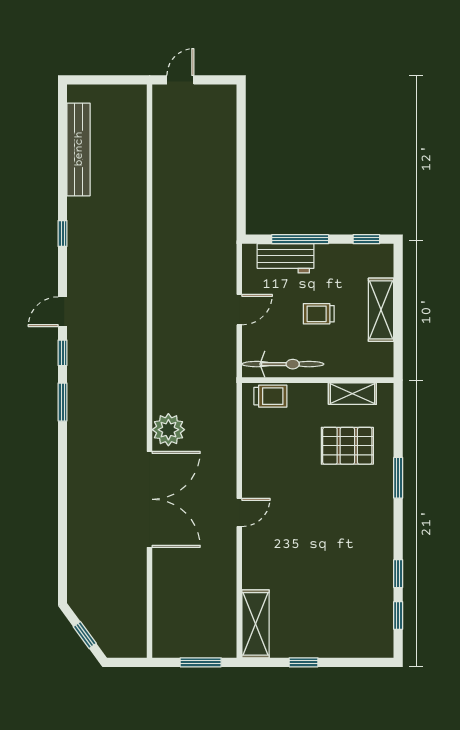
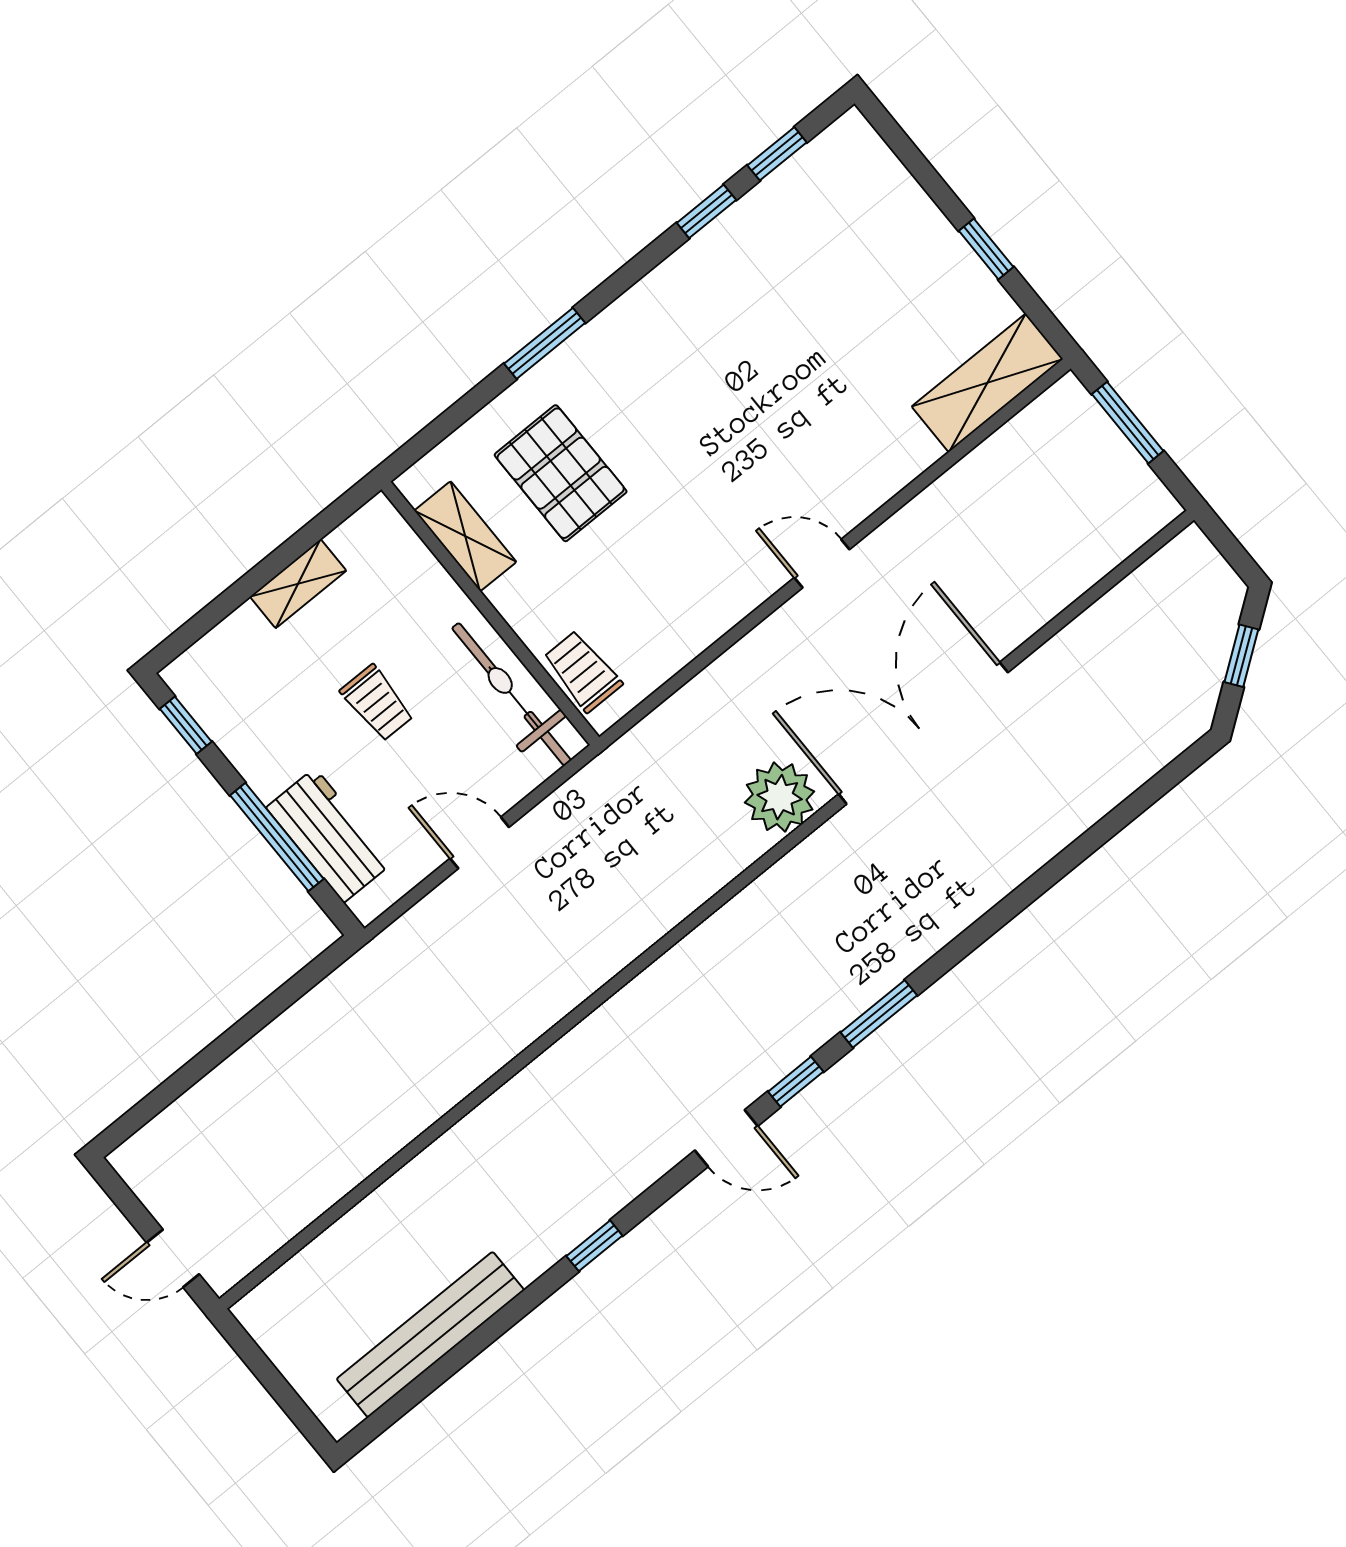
shelving: (381, 310) -> (298, 584), width x0.67, depth x0.75

